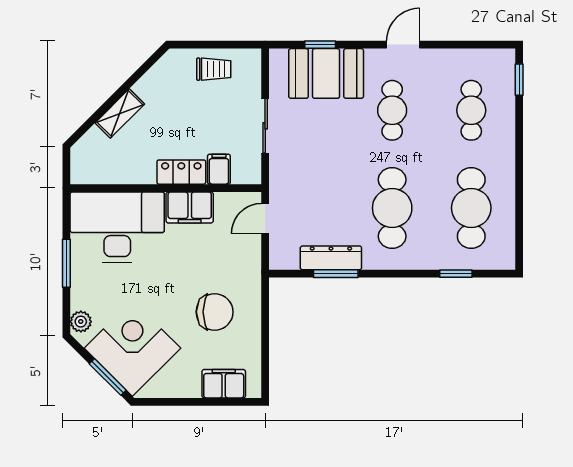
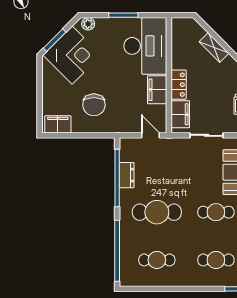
filing cabinet: (219, 169) -> (180, 114), width x2.00
cafe table: (471, 208) -> (157, 260), width x0.73, depth x0.74
dresser: (331, 258) -> (127, 175), width x0.70
window: (336, 274) -> (117, 178), width x2.11
window: (456, 274) -> (117, 251), width x3.17
filing cabinet: (224, 384) -> (58, 124), moved, turned -90

